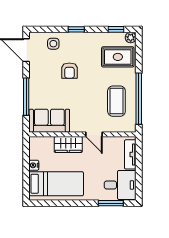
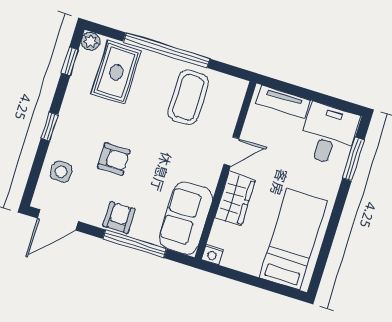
armchair: (38, 84) -> (119, 218), added
window: (139, 99) -> (167, 50), moved
coffee table: (116, 101) -> (188, 97), turned 90
nightstand: (34, 165) -> (212, 254), moved

